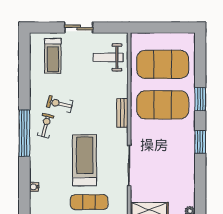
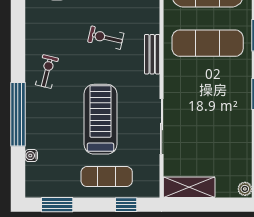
exercise bike: (60, 104) -> (106, 38), moved
exercise mat: (163, 105) -> (208, 43), width x0.68
window: (24, 133) -> (18, 114), moved

